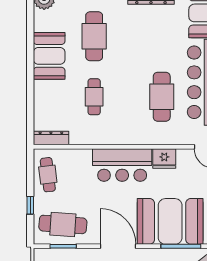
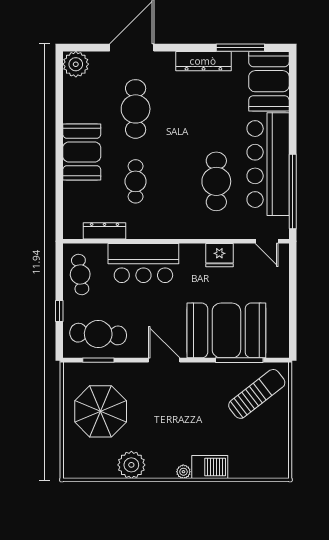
booth: (49, 56) -> (82, 152), moved
dresser: (51, 138) -> (105, 231), moved
bar counter: (122, 165) -> (143, 263), moved
door: (118, 246) -> (164, 360), width x0.73

